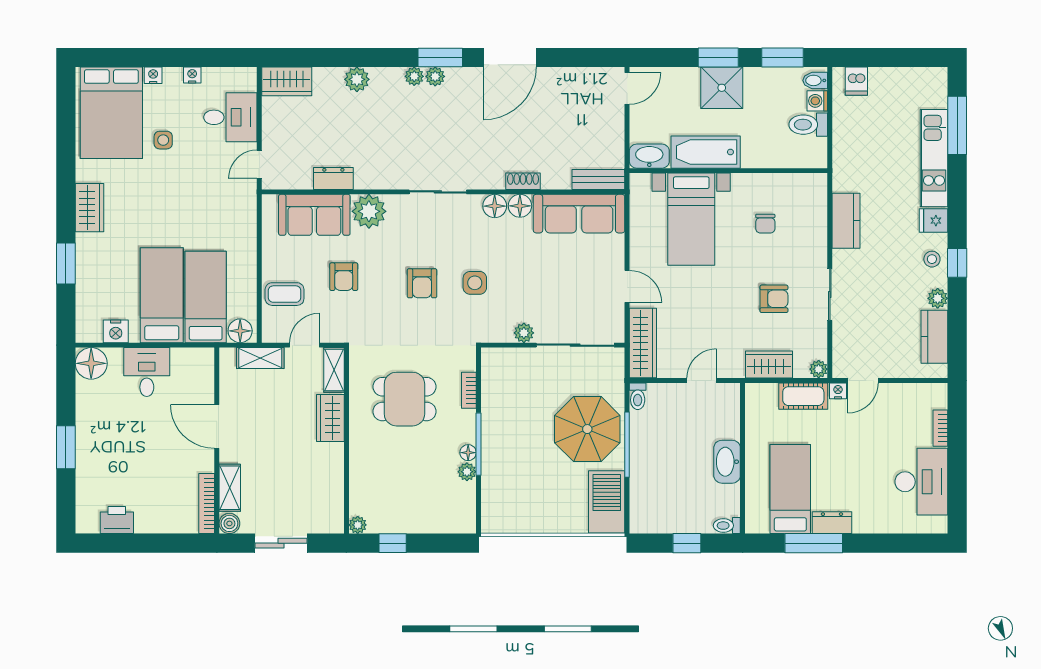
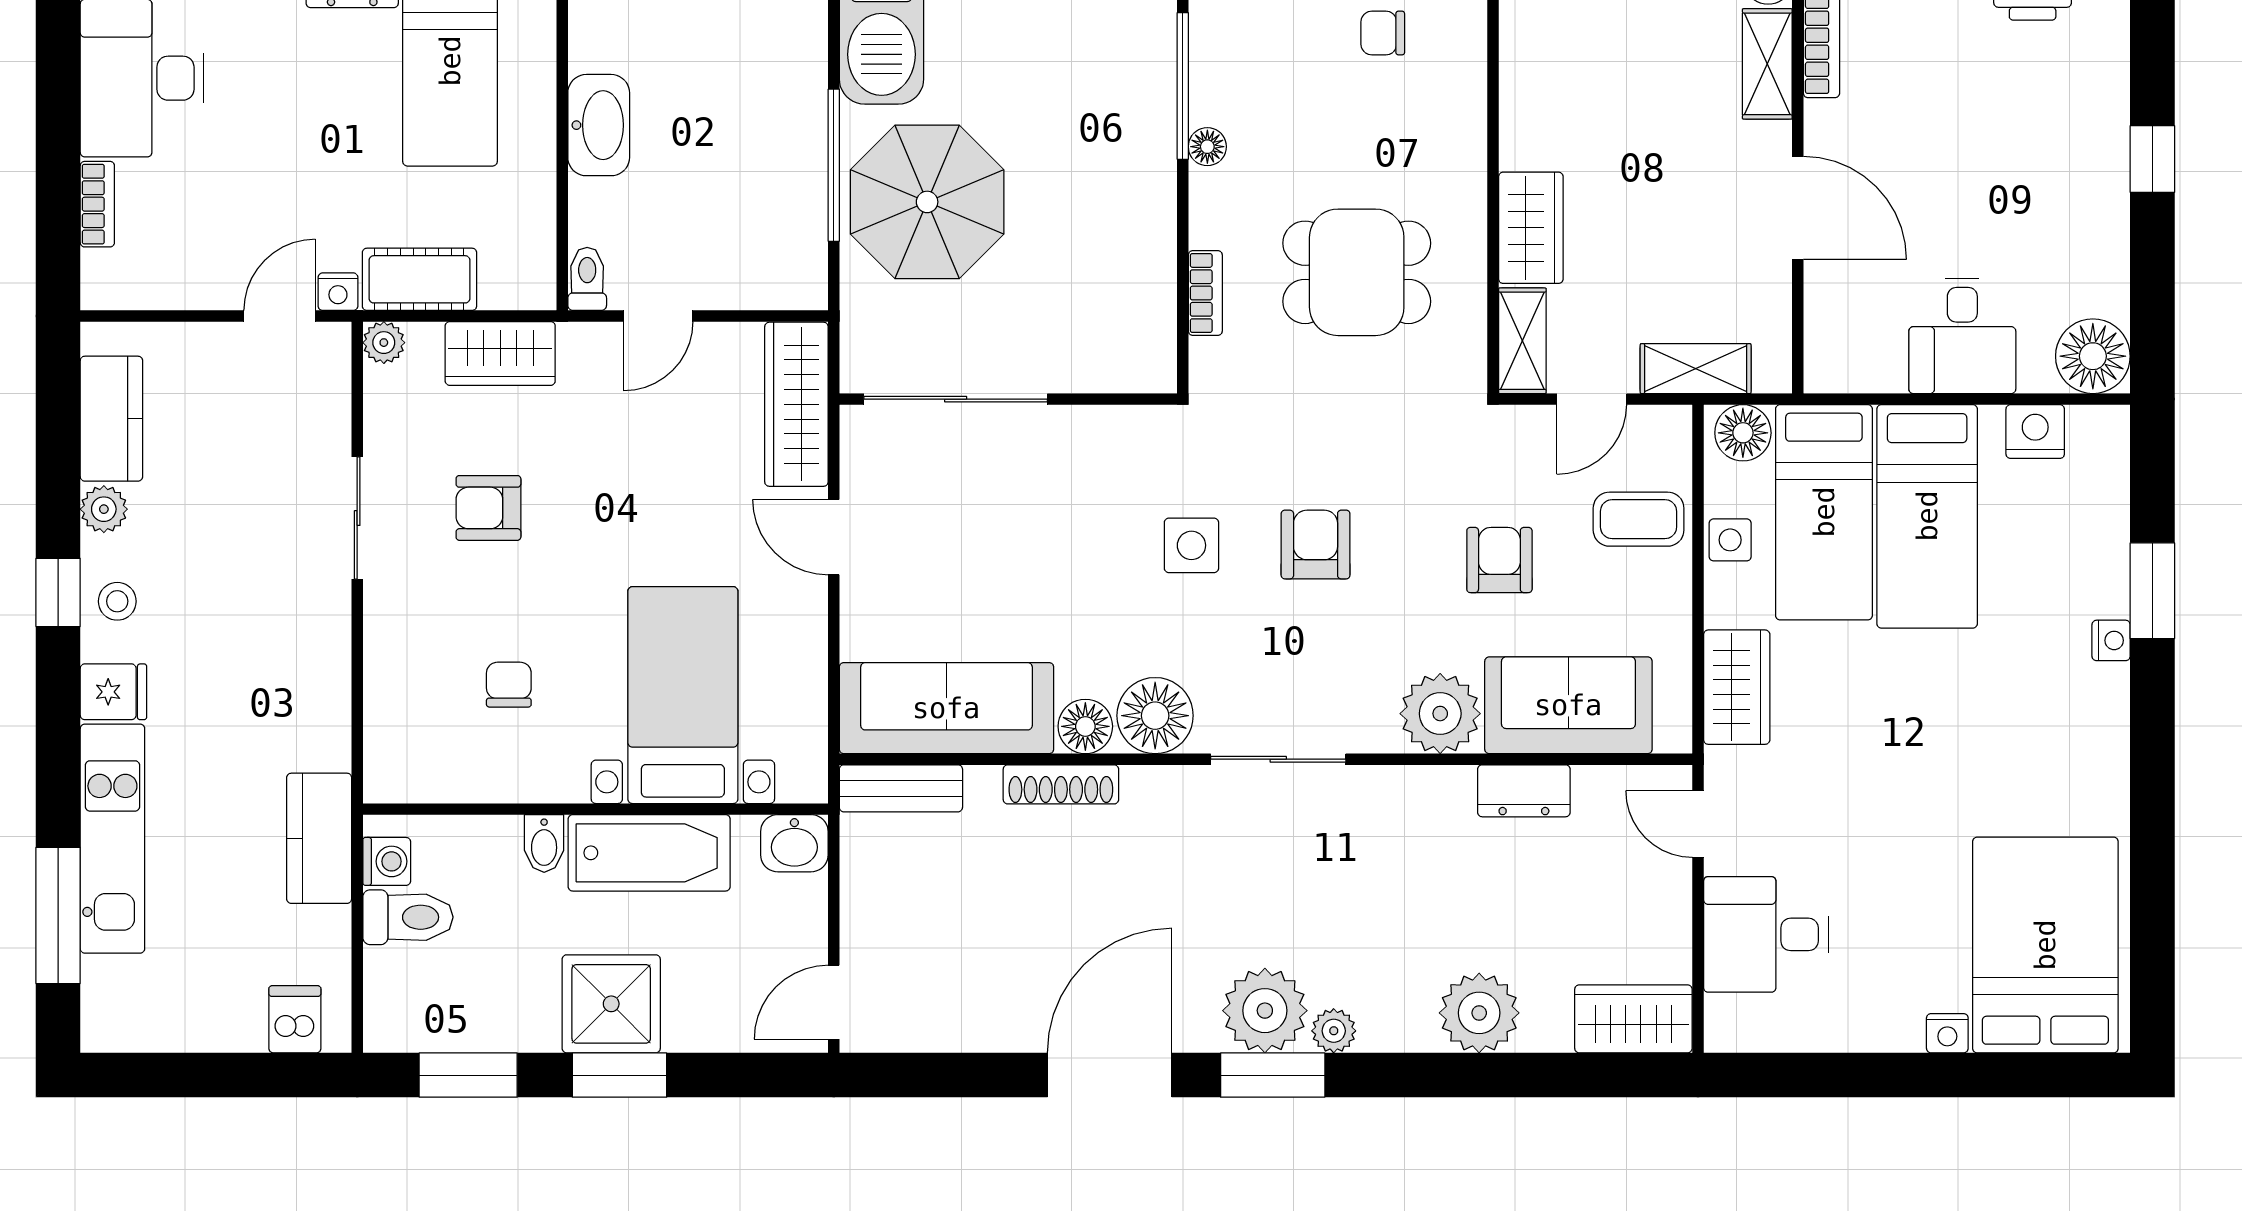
nightstand: (192, 75) -> (2111, 640), moved, turned -90
plant: (435, 76) -> (1265, 1011), width x1.88, depth x1.88
plant: (357, 79) -> (1479, 1013), width x1.36, depth x1.36
bidet: (815, 80) -> (544, 843), moved, turned 90
washing machine: (817, 101) -> (387, 861), moved
side table: (163, 140) -> (1730, 540), moved
washbasin: (649, 156) -> (794, 843), width x0.72
door: (259, 164) -> (1698, 824), swing flipped
shoe rack: (523, 181) -> (1061, 784), width x1.43
floor lamp: (495, 206) -> (1155, 716), width x1.38, depth x1.38
wardrobe: (89, 208) -> (1737, 687), moved, turned 180
kitchen counter: (846, 221) -> (319, 838), moved
plant: (524, 333) -> (1076, 428), removed
toilet: (638, 396) -> (587, 279), moved
window: (479, 444) -> (1183, 86), moved
window: (66, 447) -> (2152, 159), width x0.67
plant: (467, 472) -> (1210, 102), removed
chair: (393, 501) -> (1383, 33), added

